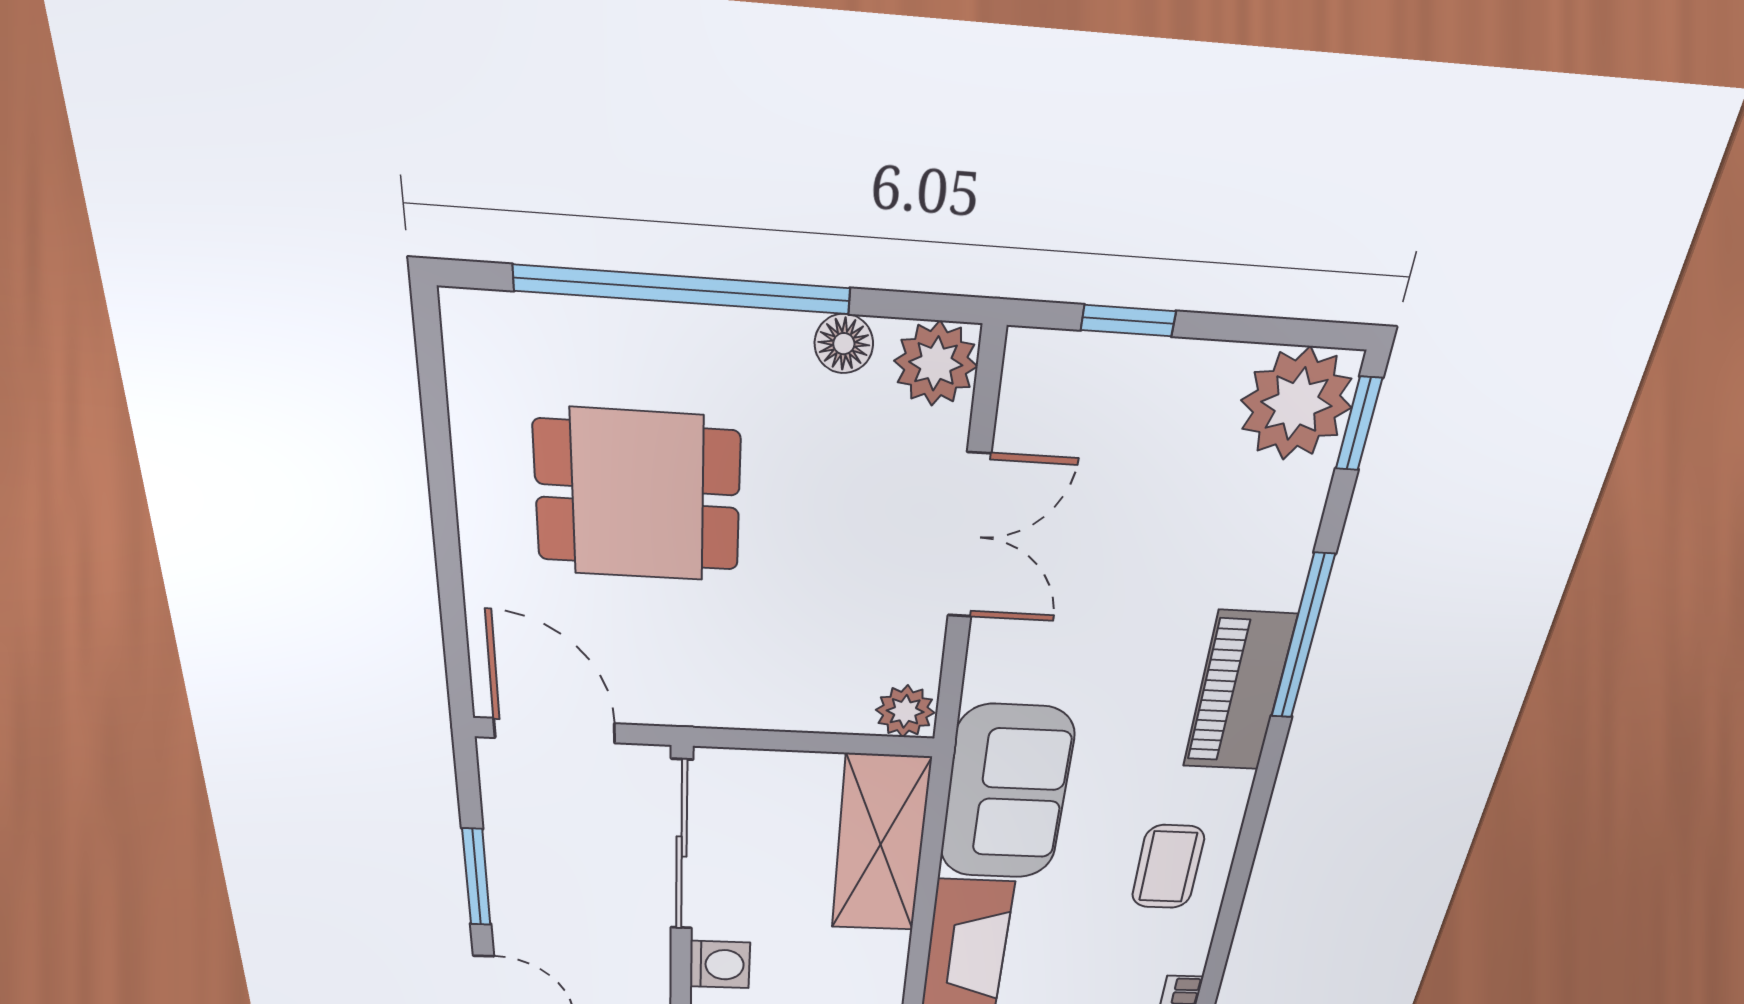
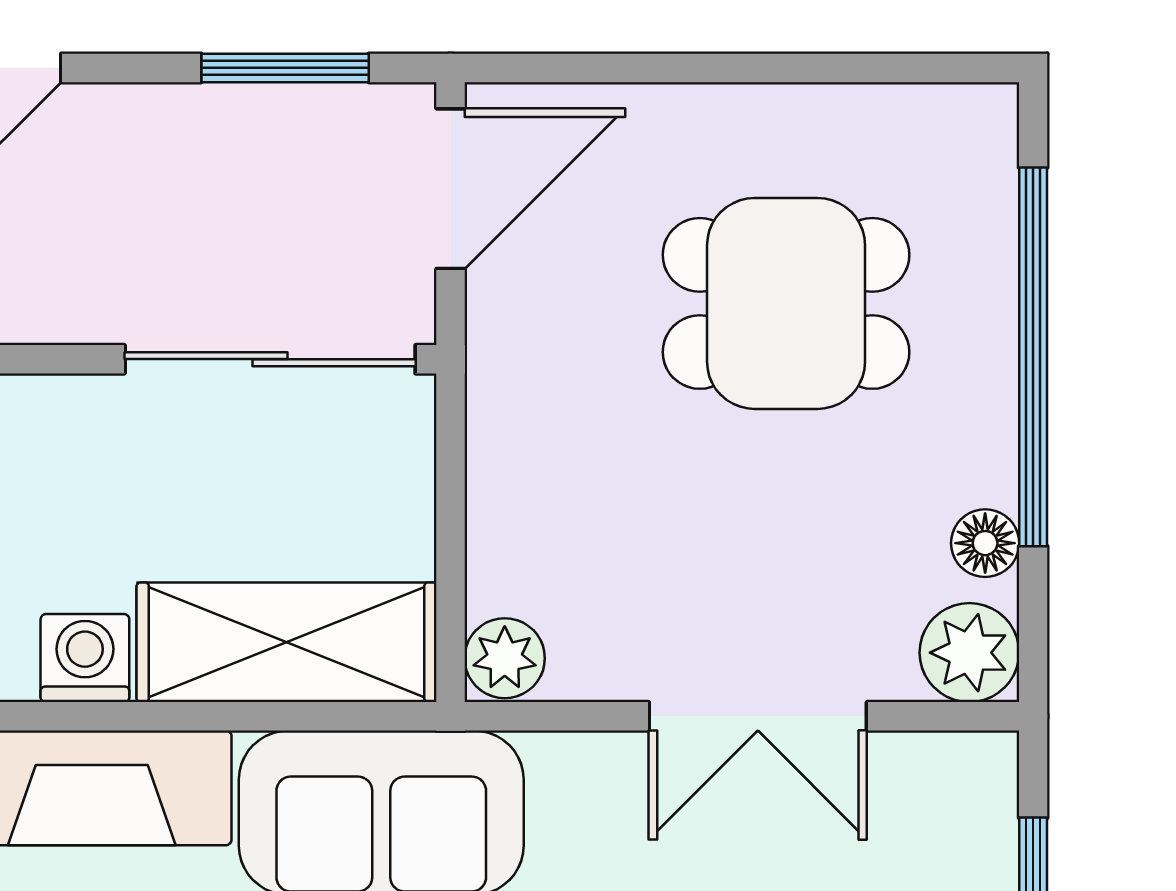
dining table: (638, 496) -> (786, 303), turned 90
window: (477, 877) -> (285, 68), moved
washing machine: (720, 965) -> (85, 658), moved, turned 180

